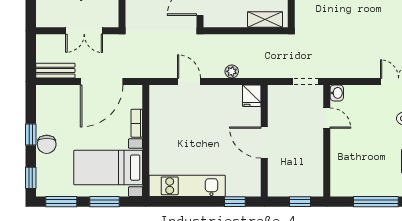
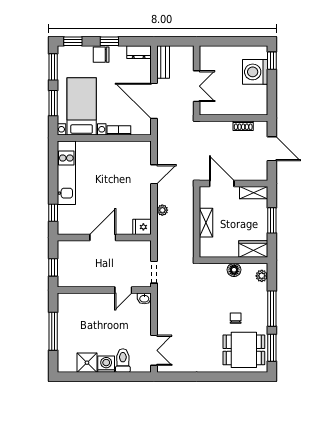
shelving: (265, 19) -> (206, 223), moved
double door: (84, 31) -> (197, 86), swing flipped
dresser: (44, 100) -> (139, 52), added

